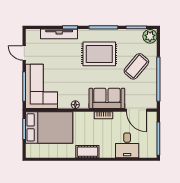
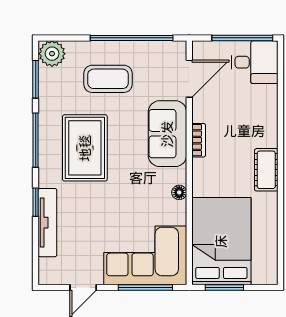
coffee table: (136, 66) -> (108, 79), turned -40
desk: (127, 145) -> (255, 62), moved

